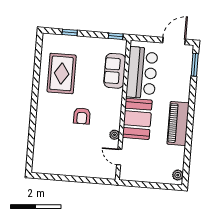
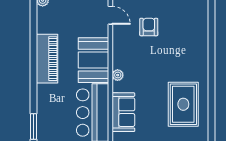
armchair: (82, 116) -> (149, 27), moved
plant: (115, 135) -> (118, 75), moved

